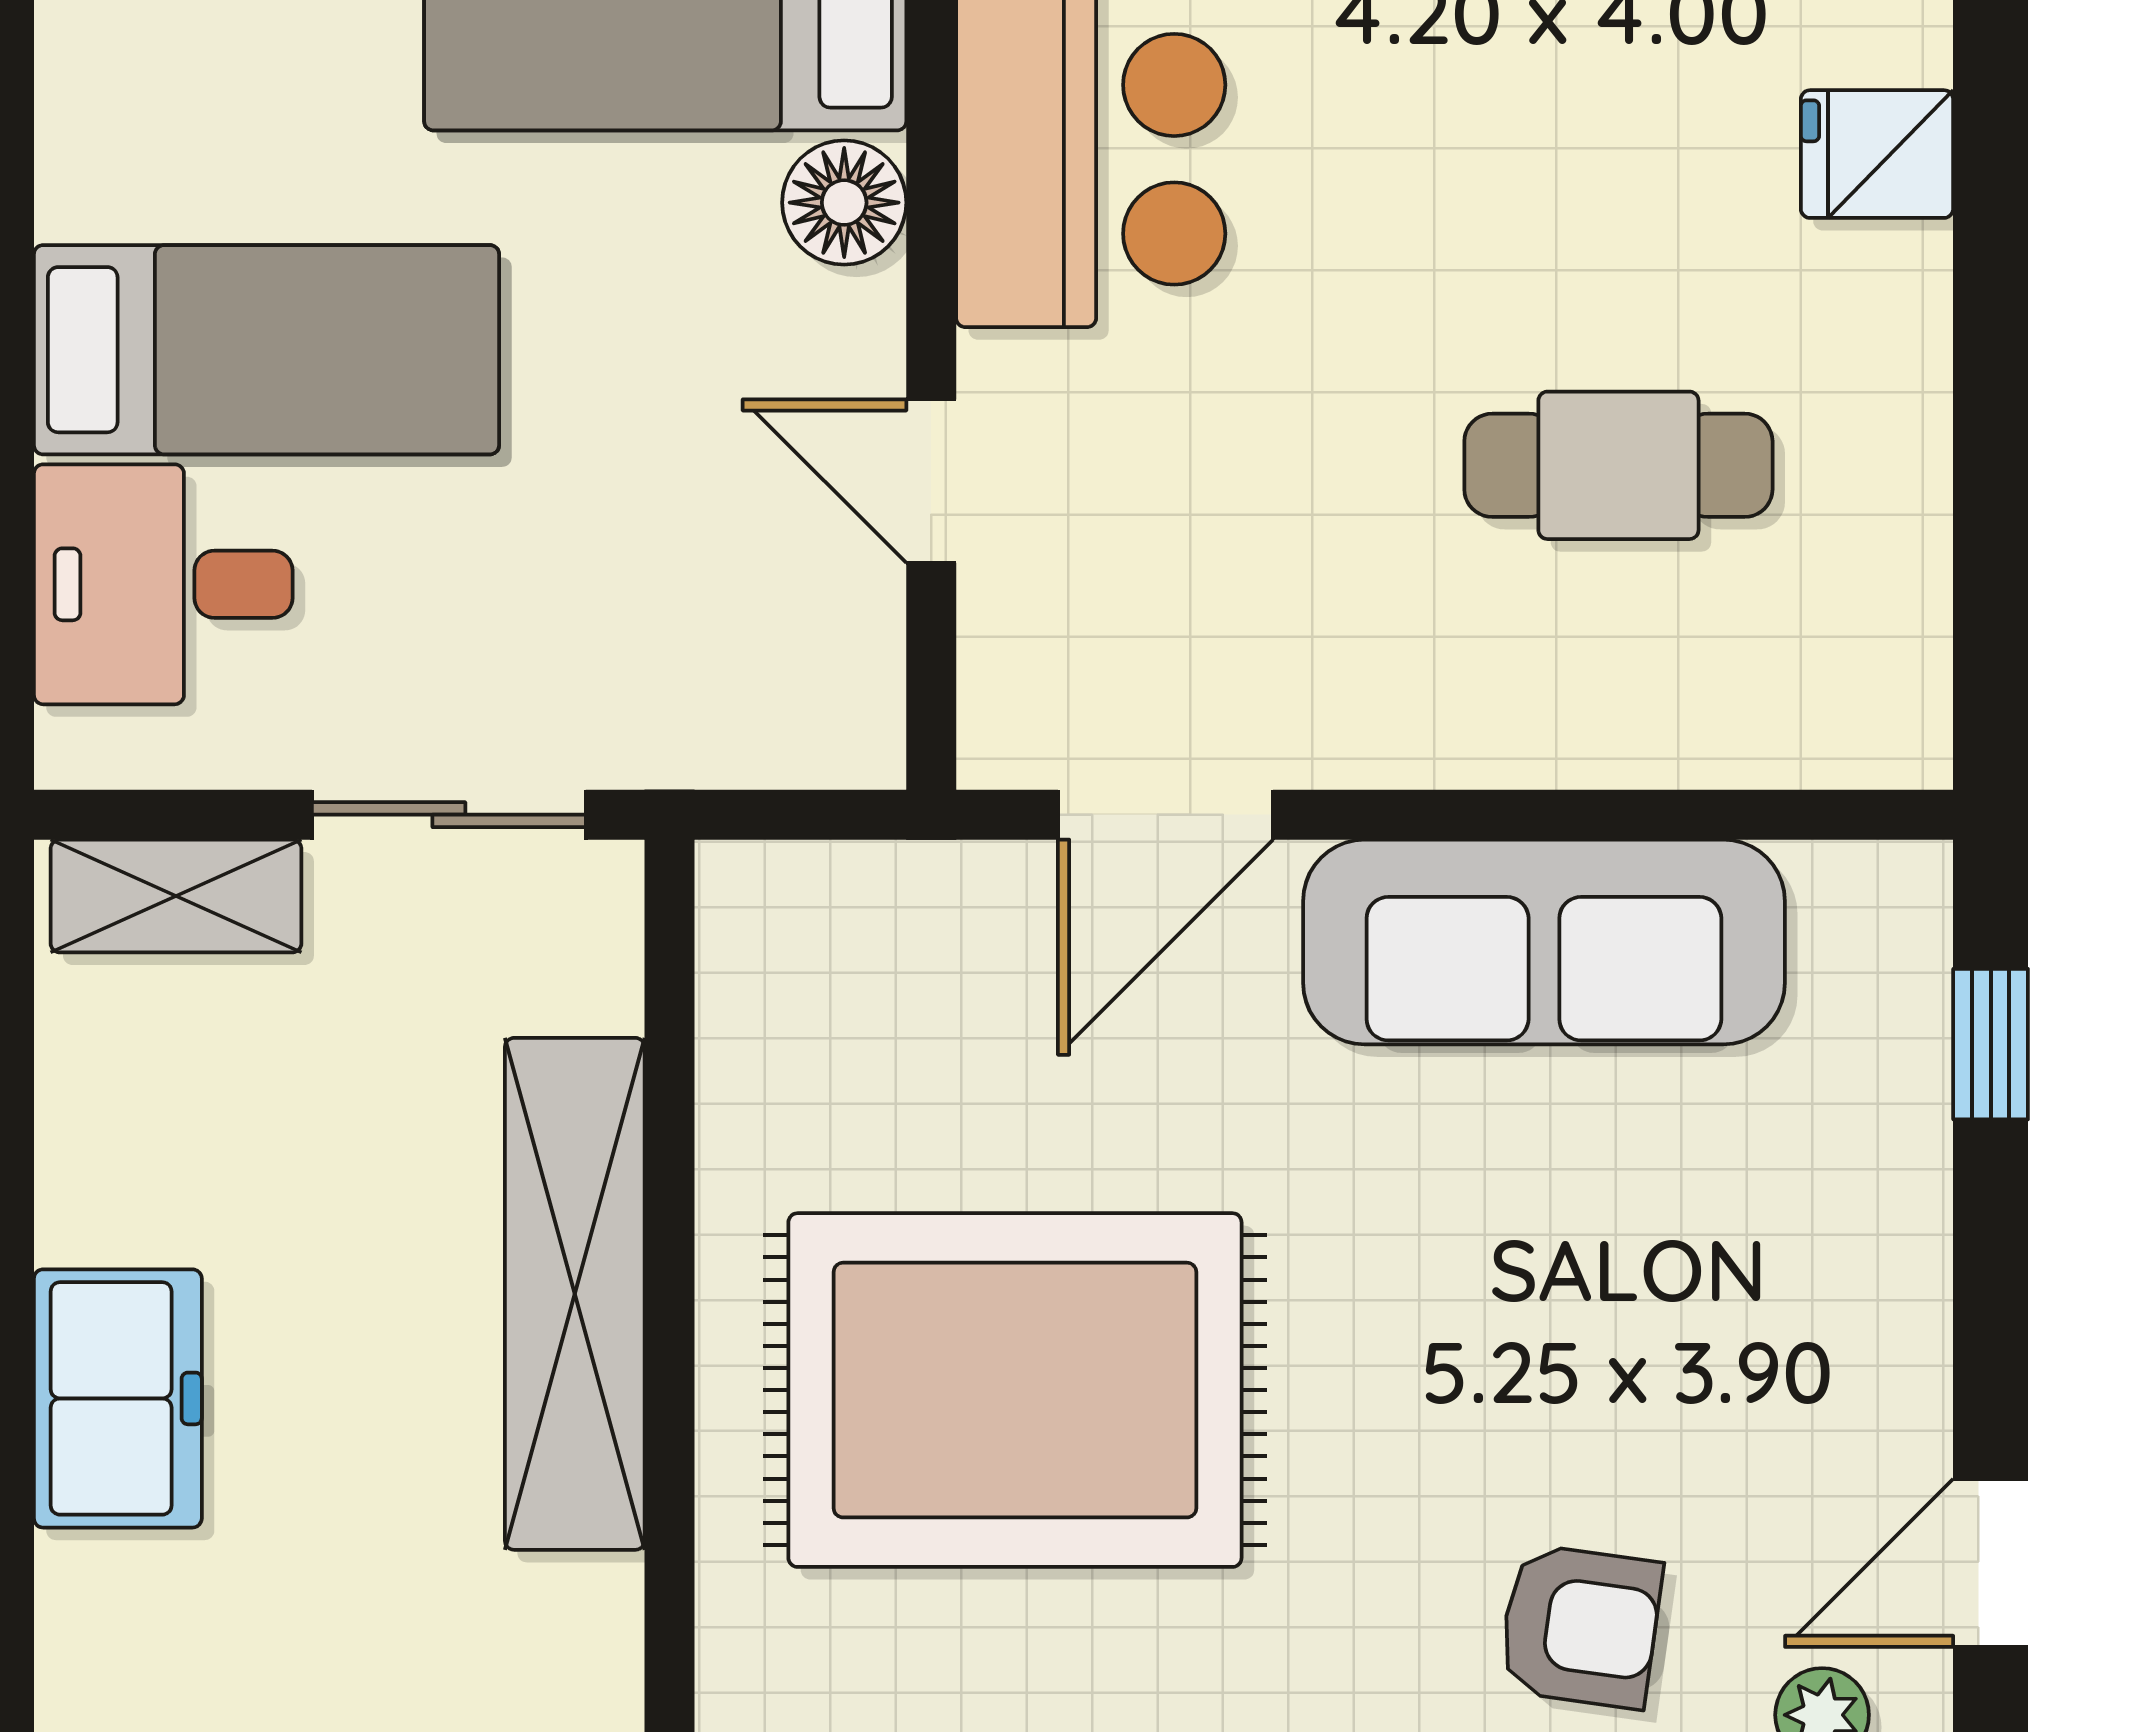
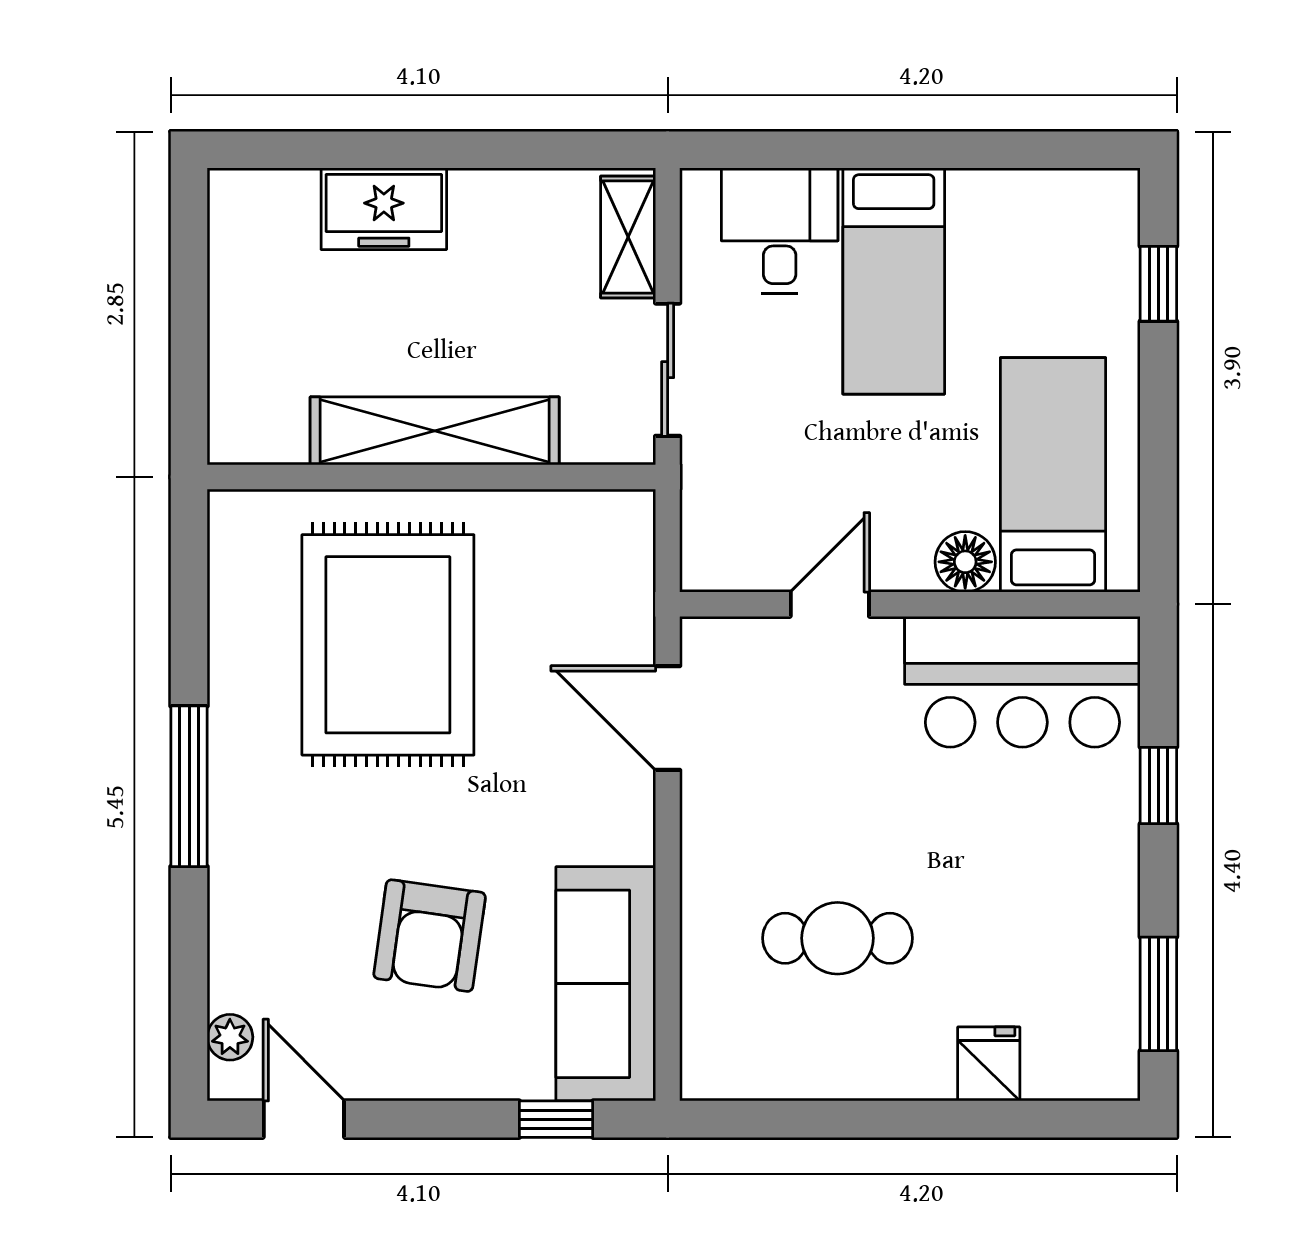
cafe table: (1618, 465) -> (837, 938), turned 90
sofa: (1544, 942) -> (606, 984), moved
armchair: (1580, 1626) -> (430, 936), moved, width x1.38, depth x1.38

